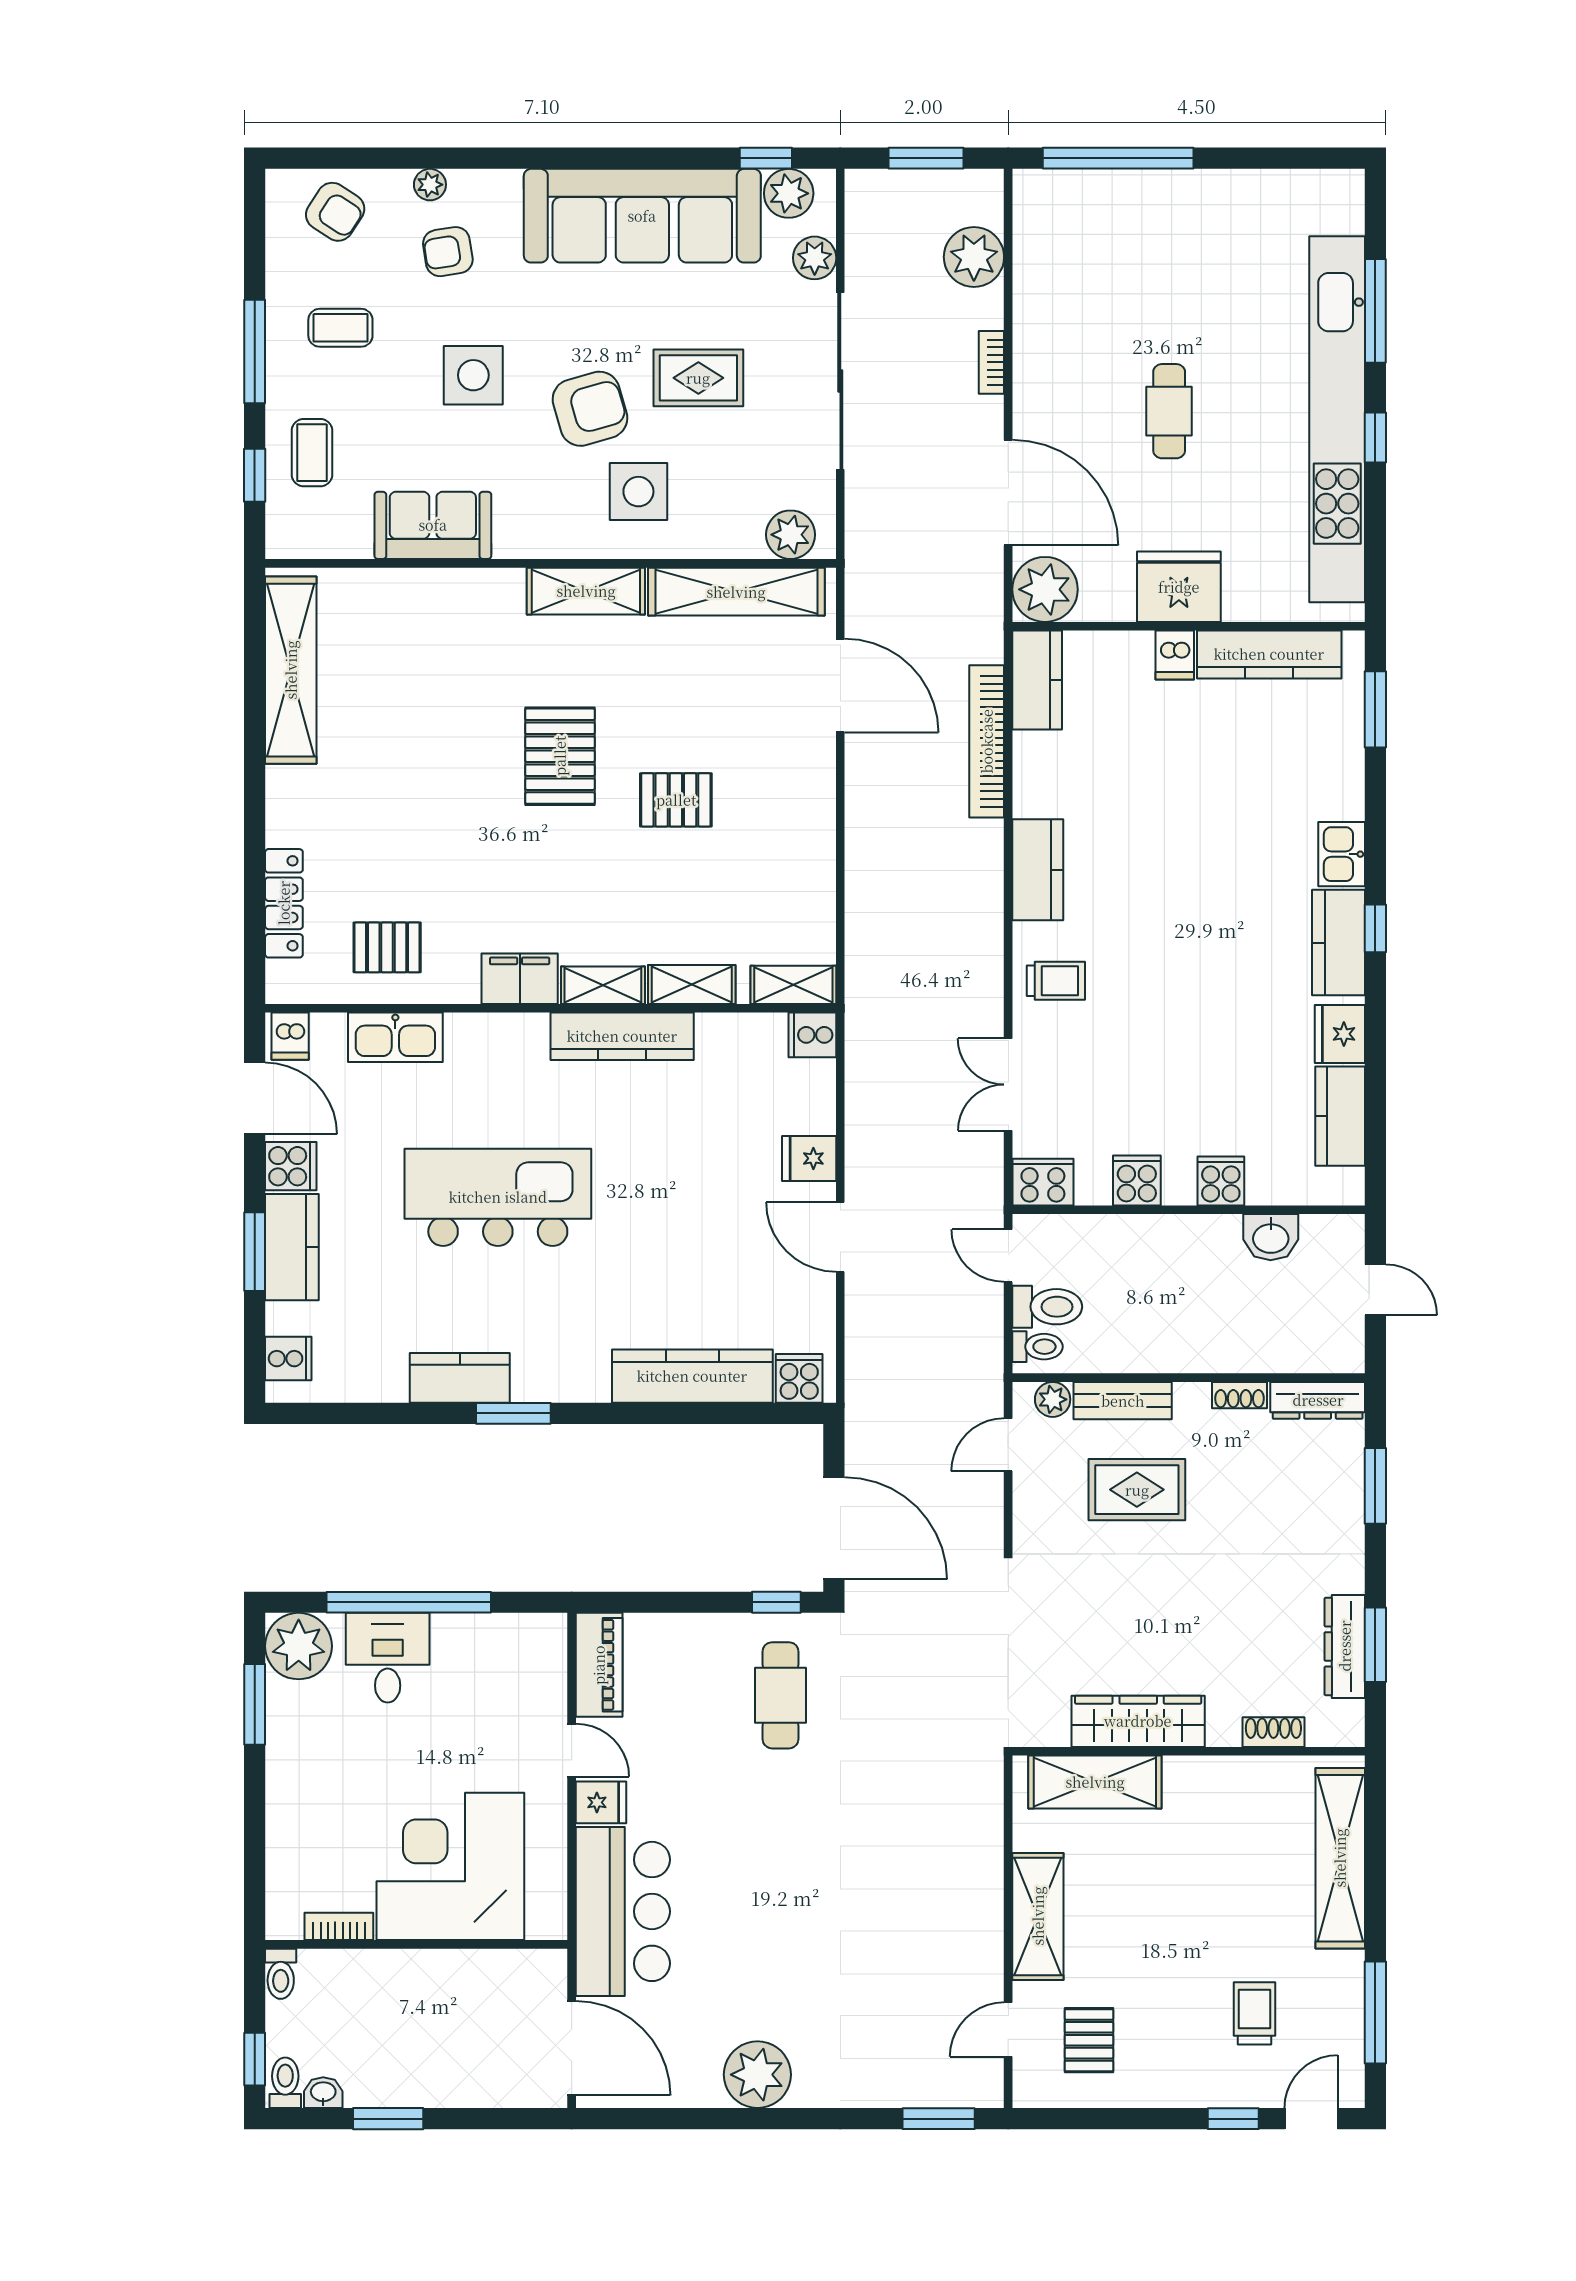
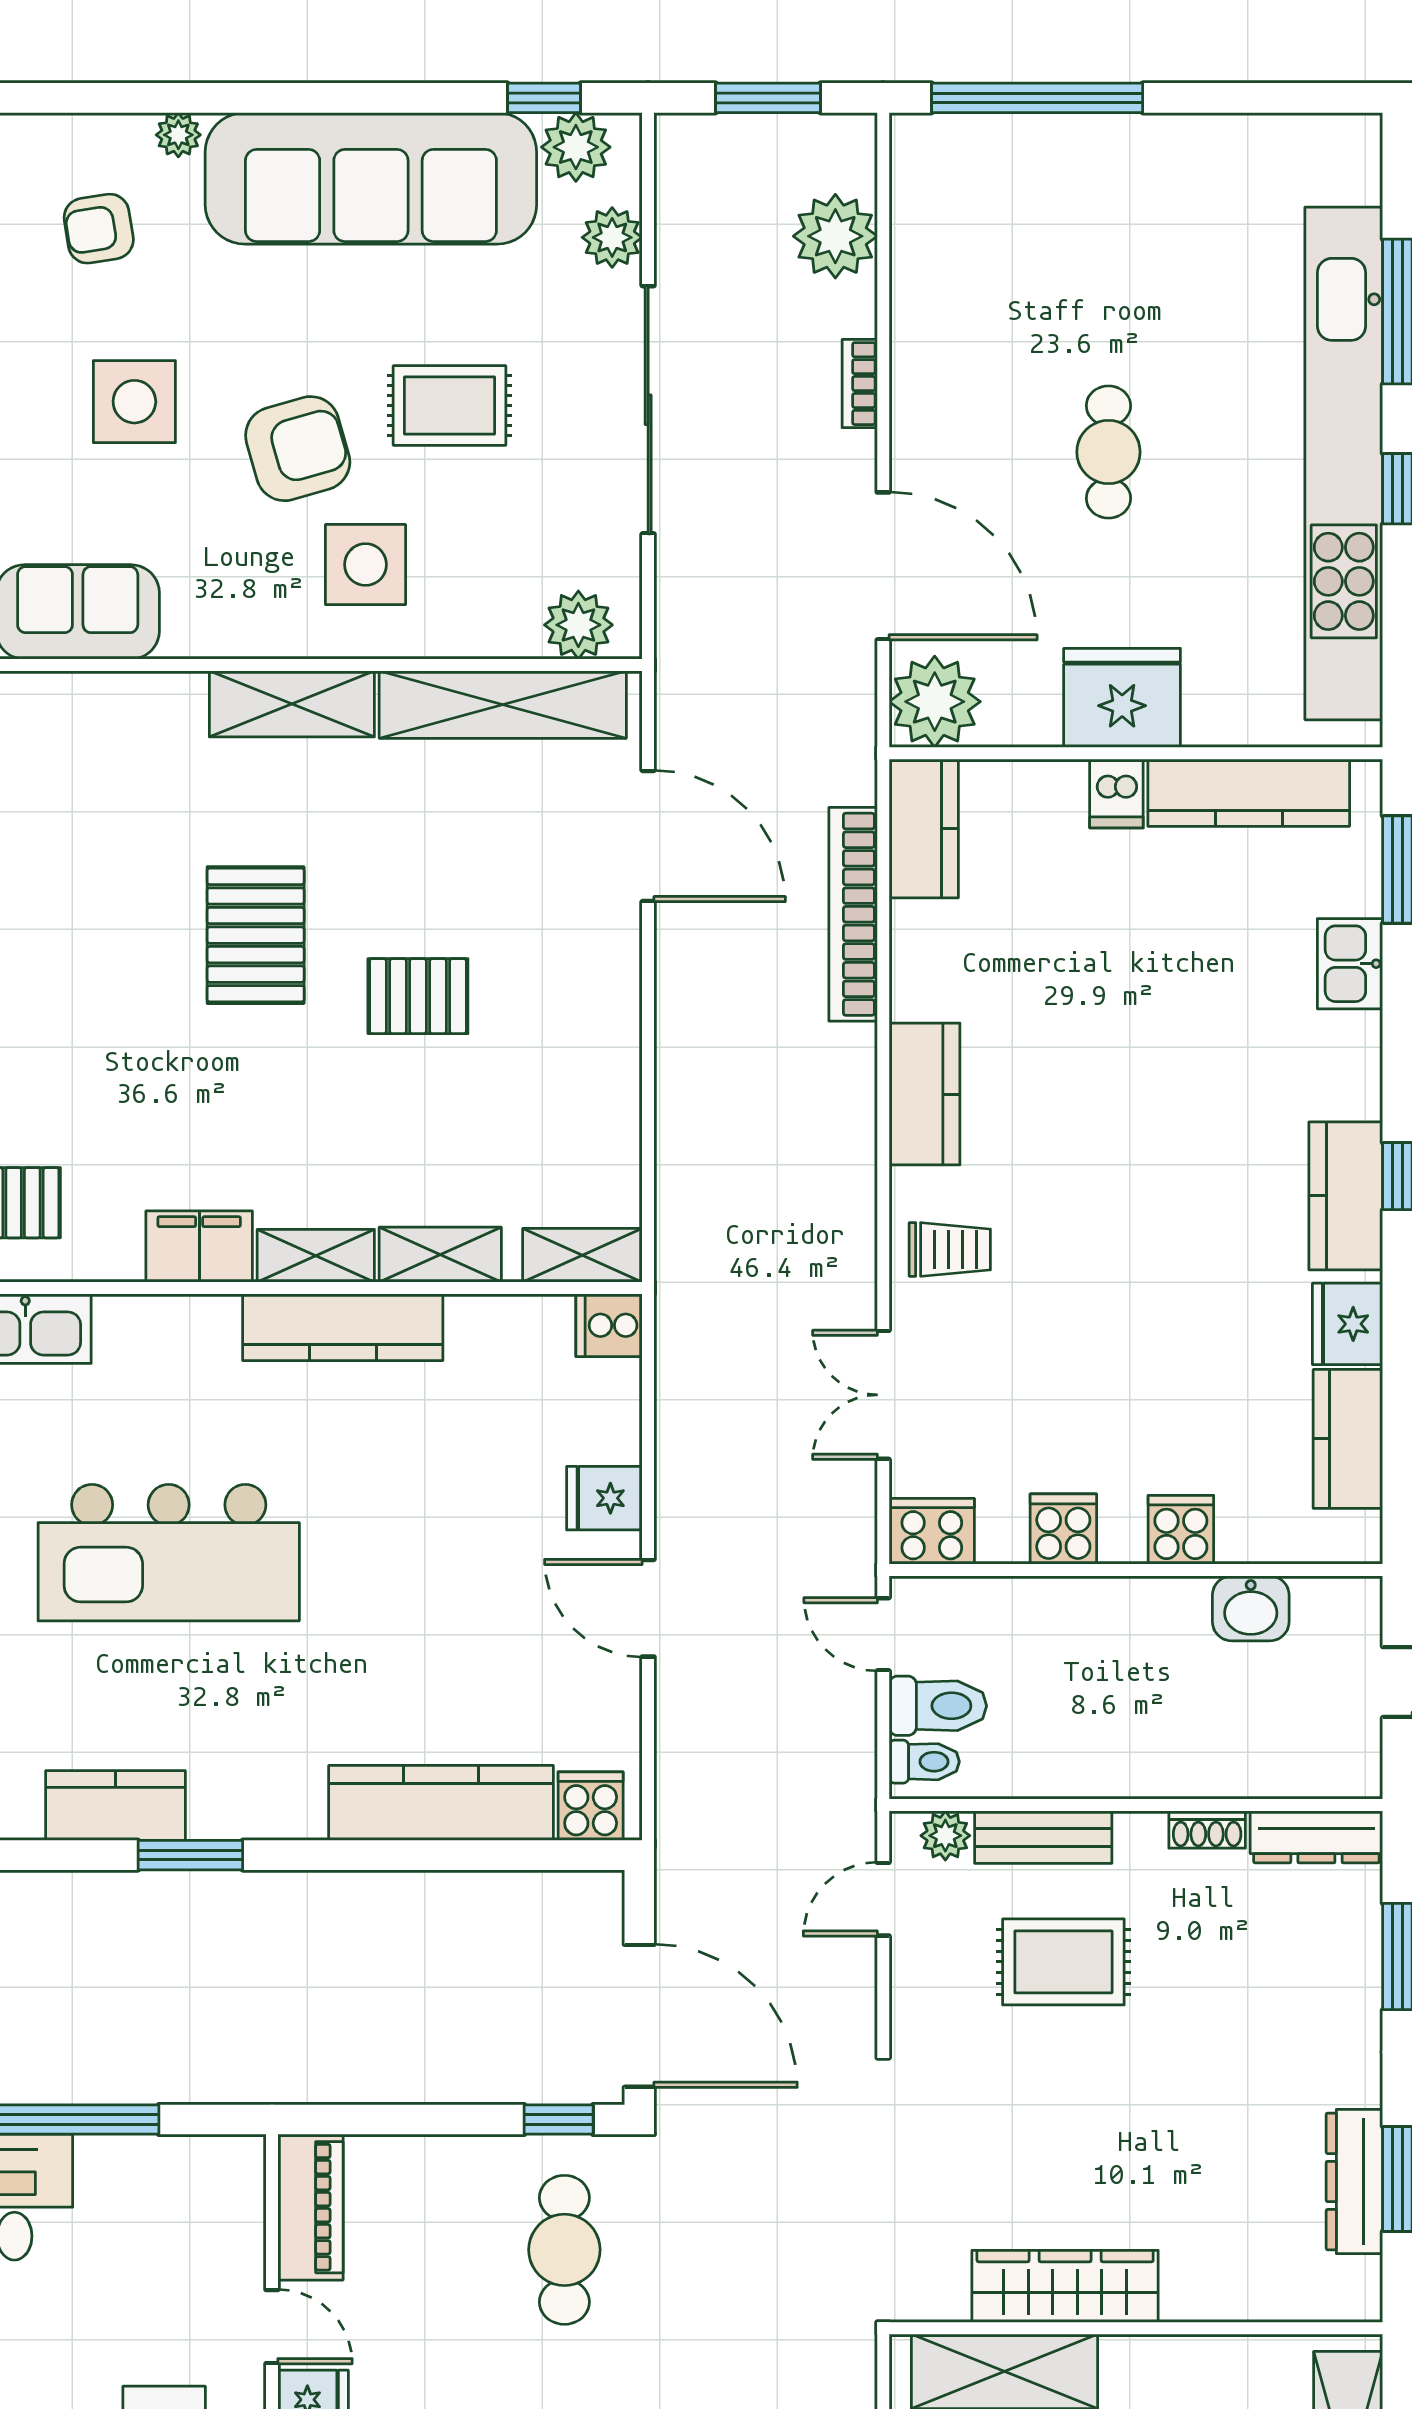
plant: (430, 185) -> (178, 135), moved
kitchen sink: (1342, 854) -> (1350, 964), moved
kitchen island: (498, 1197) -> (169, 1553), turned 180
shoe rack: (1273, 1732) -> (1255, 2301), removed

